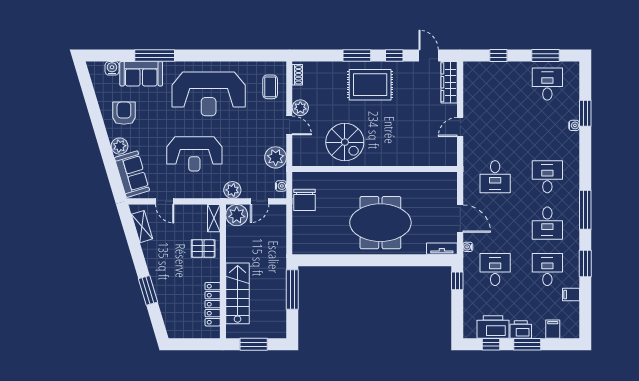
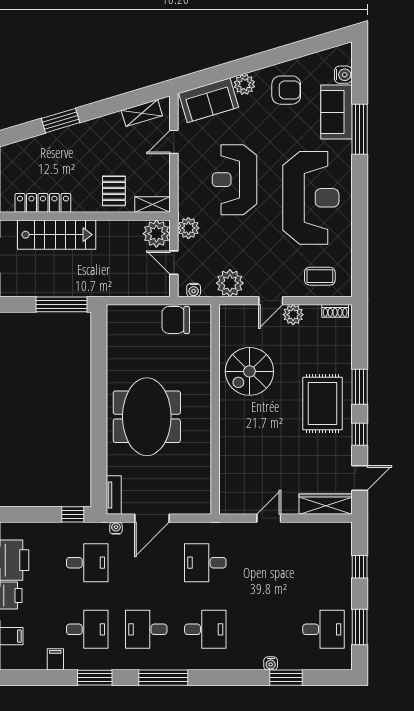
reception desk: (209, 94) -> (311, 198), turned 180
door: (460, 127) -> (269, 518), hinge flipped

